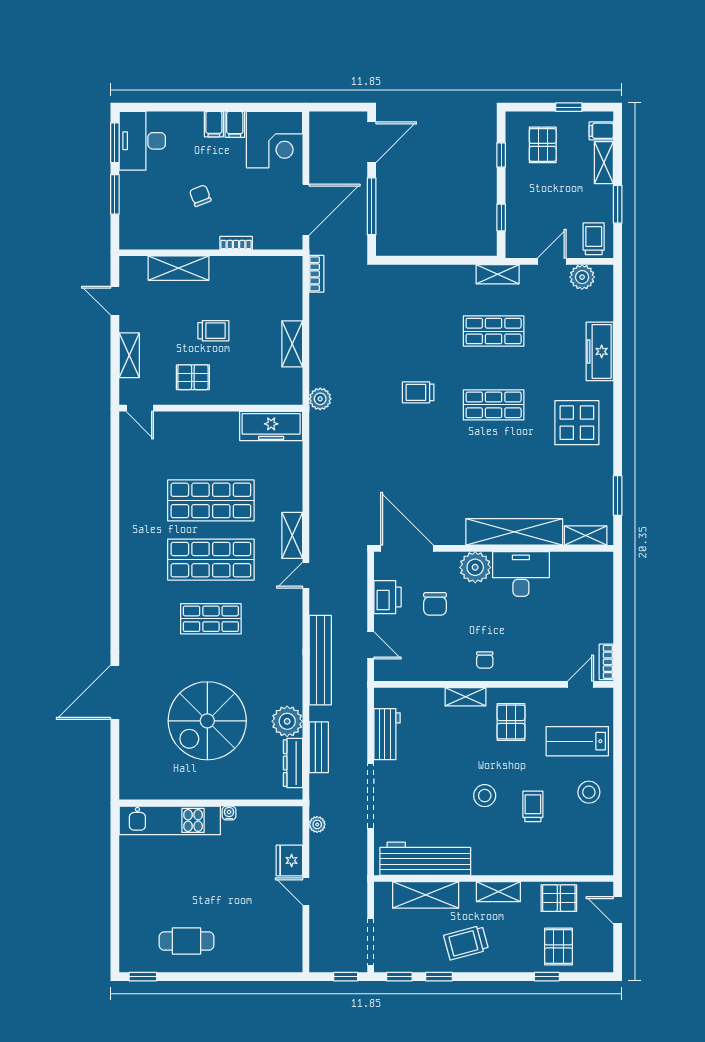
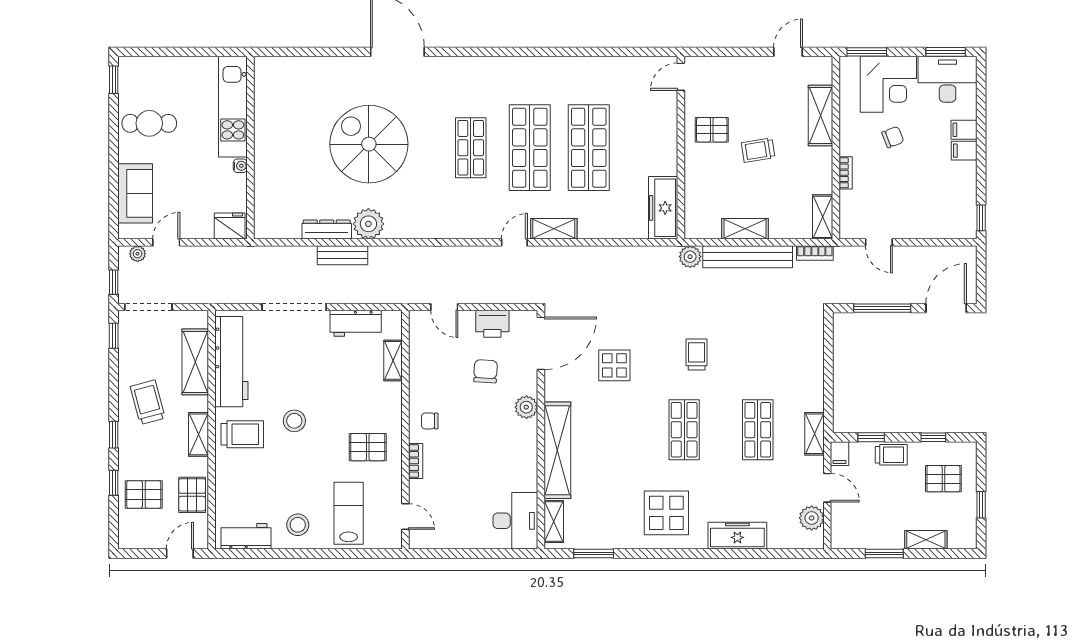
window: (281, 107) -> (981, 218), added
filing cabinet: (235, 124) -> (964, 130), moved
filing cabinet: (601, 131) -> (839, 454), moved, turned 180
corner desk: (274, 140) -> (888, 84), moved, turned -90
door: (372, 142) -> (946, 308), swing flipped
window: (115, 194) -> (867, 52), moved
door: (306, 210) -> (879, 242), width x0.53
trolley: (594, 239) -> (891, 455), moved
trolley: (213, 331) -> (758, 150), turned 81
shelving: (129, 355) -> (823, 217), moved, turned 90
pallet: (193, 377) -> (712, 130), turned 90
display table: (429, 475) -> (614, 365), added
plant: (475, 567) -> (526, 407), width x0.73, depth x0.73
desk: (521, 574) -> (515, 521), moved
door: (306, 575) -> (514, 242), hinge flipped
chair: (435, 604) -> (486, 371), turned 93
door: (371, 645) -> (444, 307), hinge flipped
bench: (320, 660) -> (748, 257), moved
bookcase: (606, 662) -> (416, 461), moved, turned 90
shelving: (465, 697) -> (393, 360), moved
wall: (211, 803) -> (250, 148), moved
trolley: (533, 806) -> (242, 434), moved, width x1.36, depth x1.39
water cooler: (229, 813) -> (240, 166), moved
kitchen unit: (170, 820) -> (233, 107), moved
plant: (317, 824) -> (138, 254), moved
workbench: (600, 844) -> (246, 536), added
door: (306, 892) -> (166, 242), moved
cafe table: (187, 941) -> (149, 123), turned 90
sofa: (257, 955) -> (135, 193), added
window: (439, 977) -> (114, 435), moved

